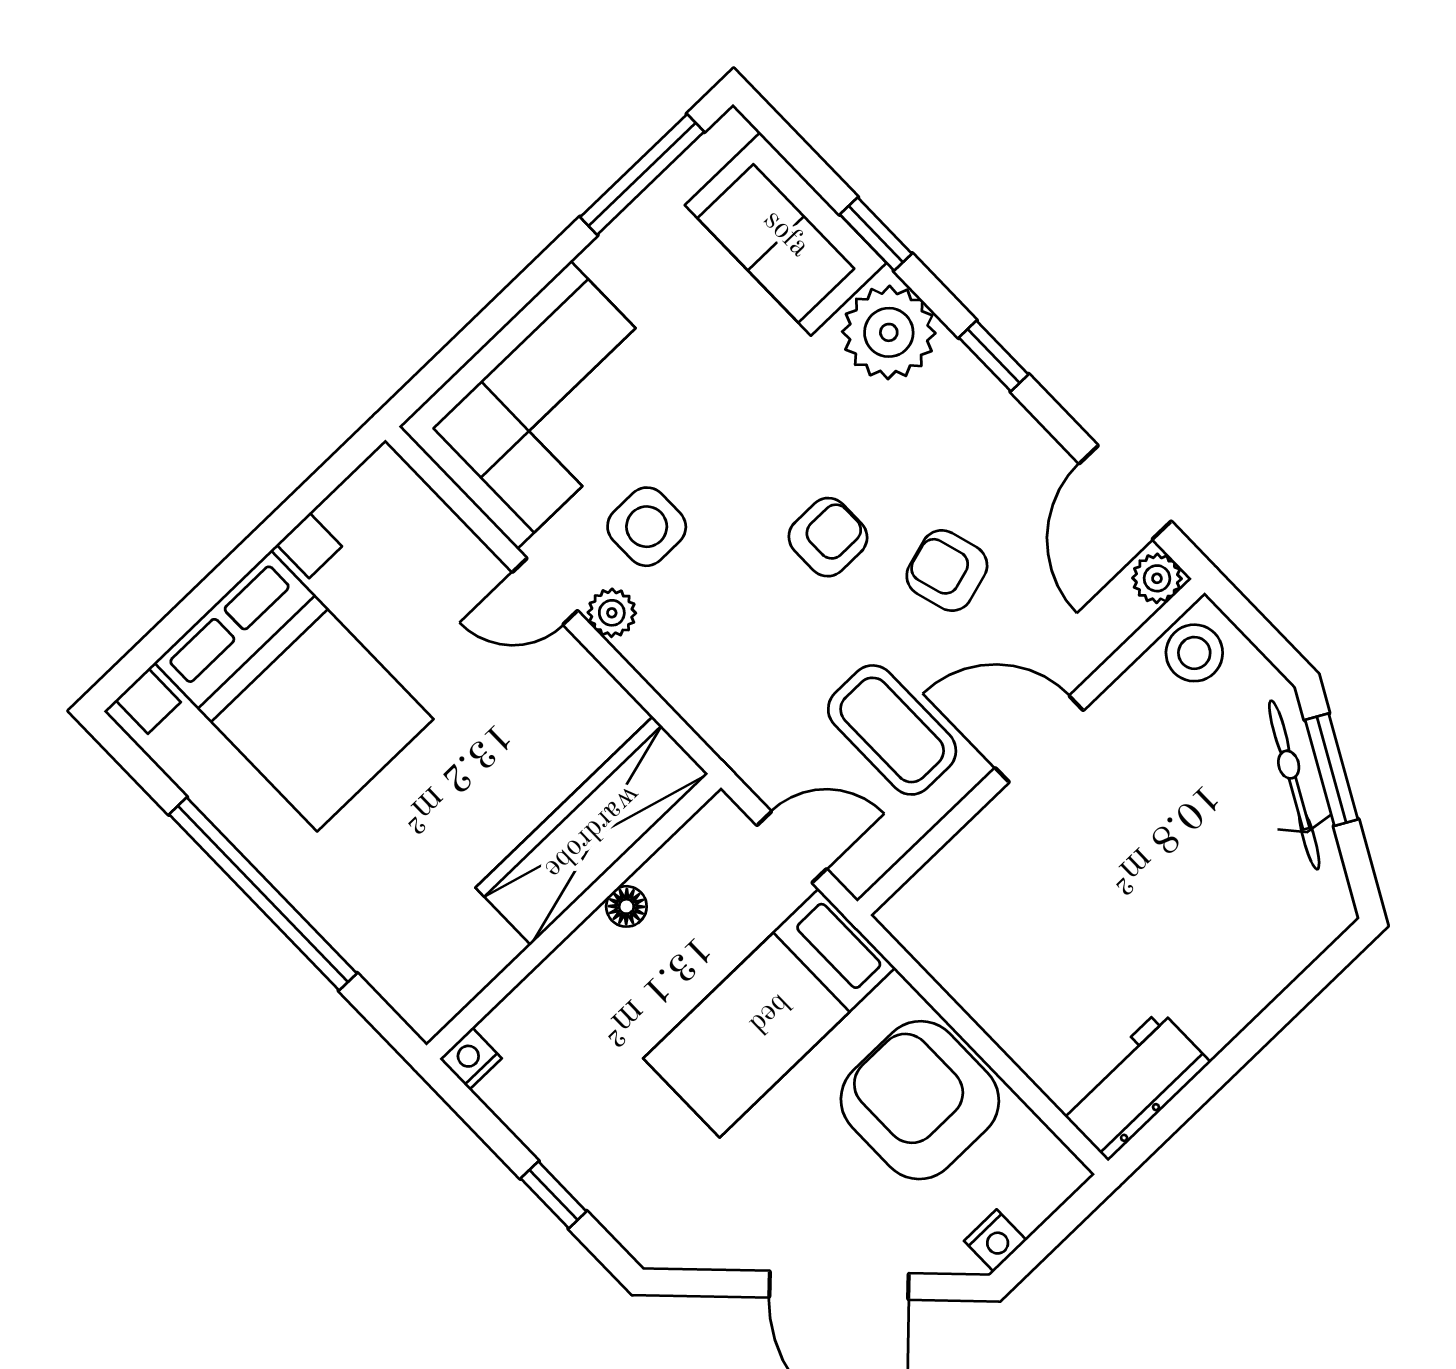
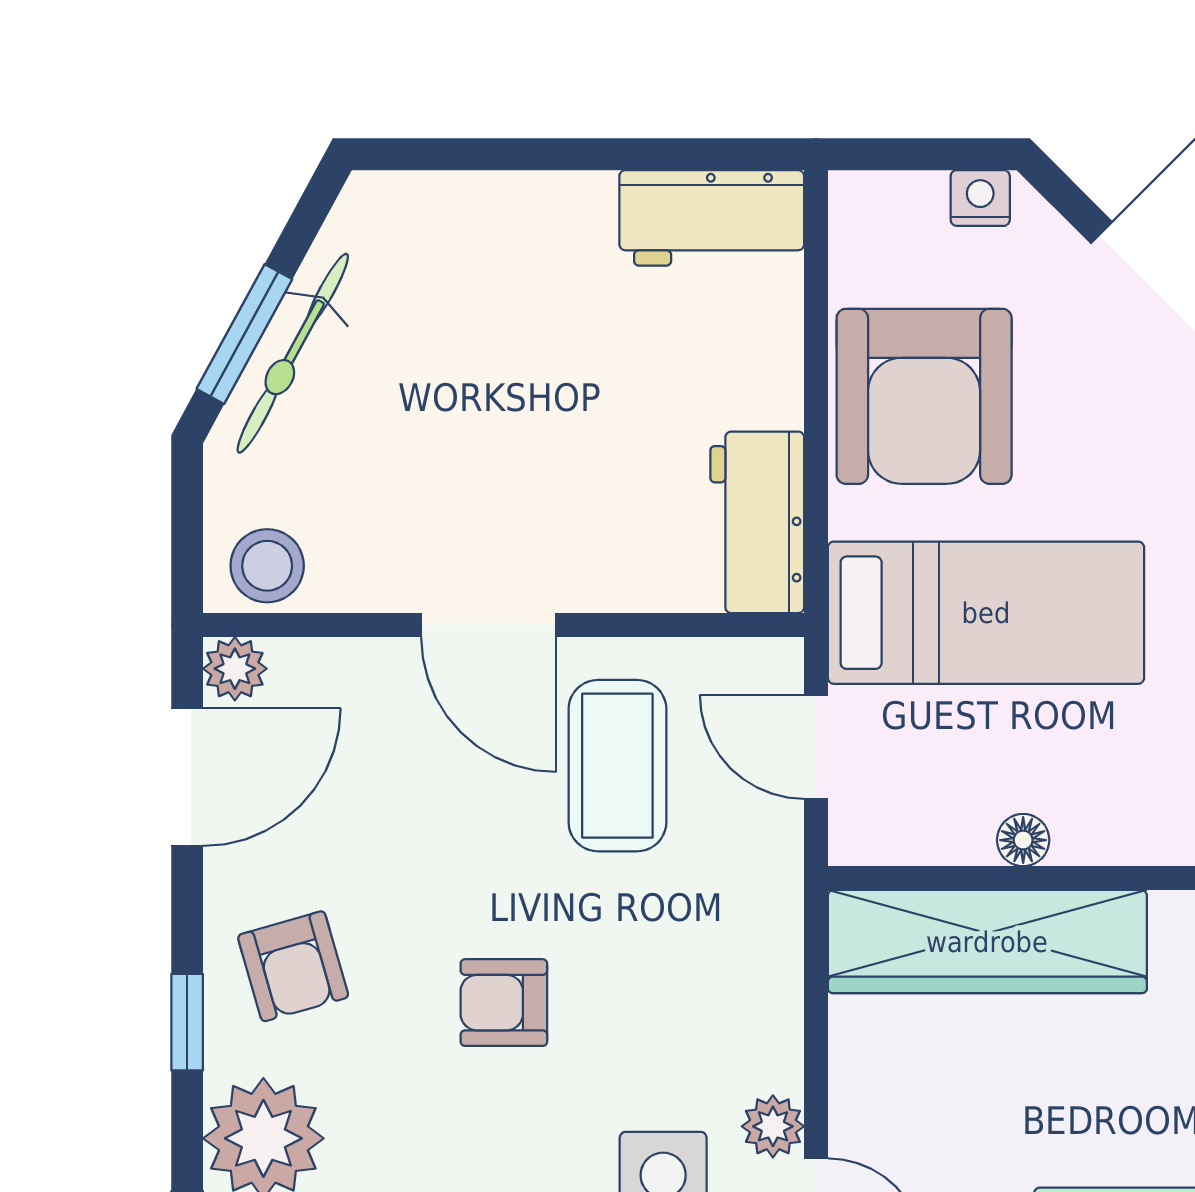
armchair: (947, 571) -> (293, 966), moved
workbench: (945, 940) -> (757, 522), added

